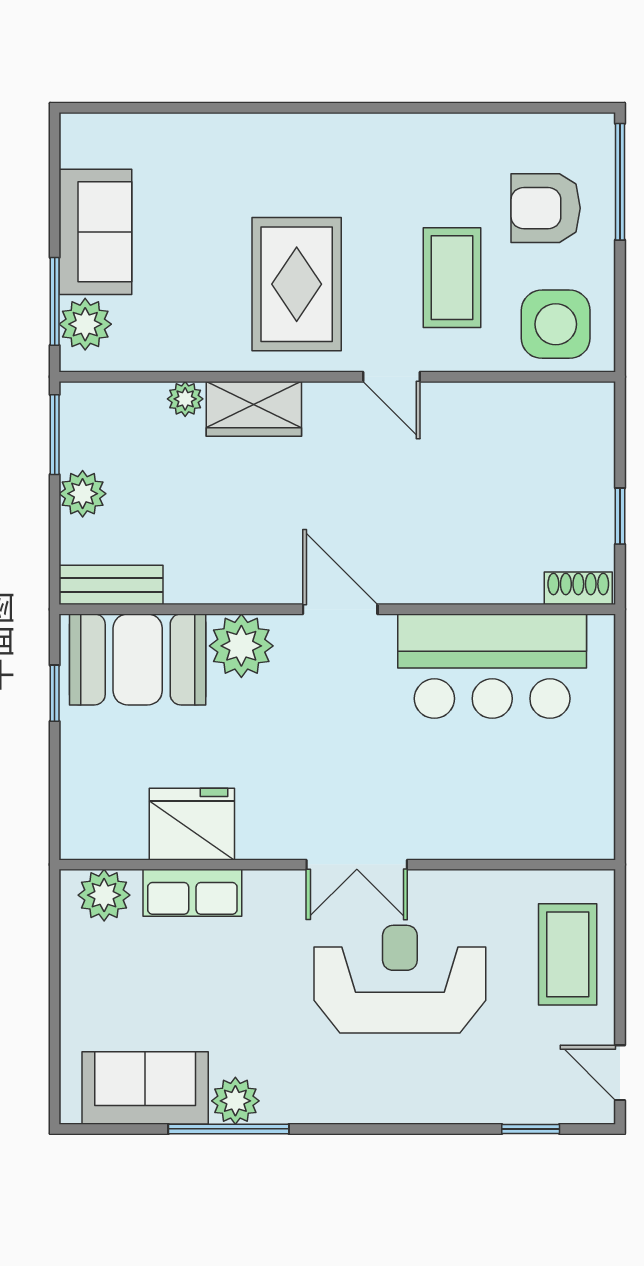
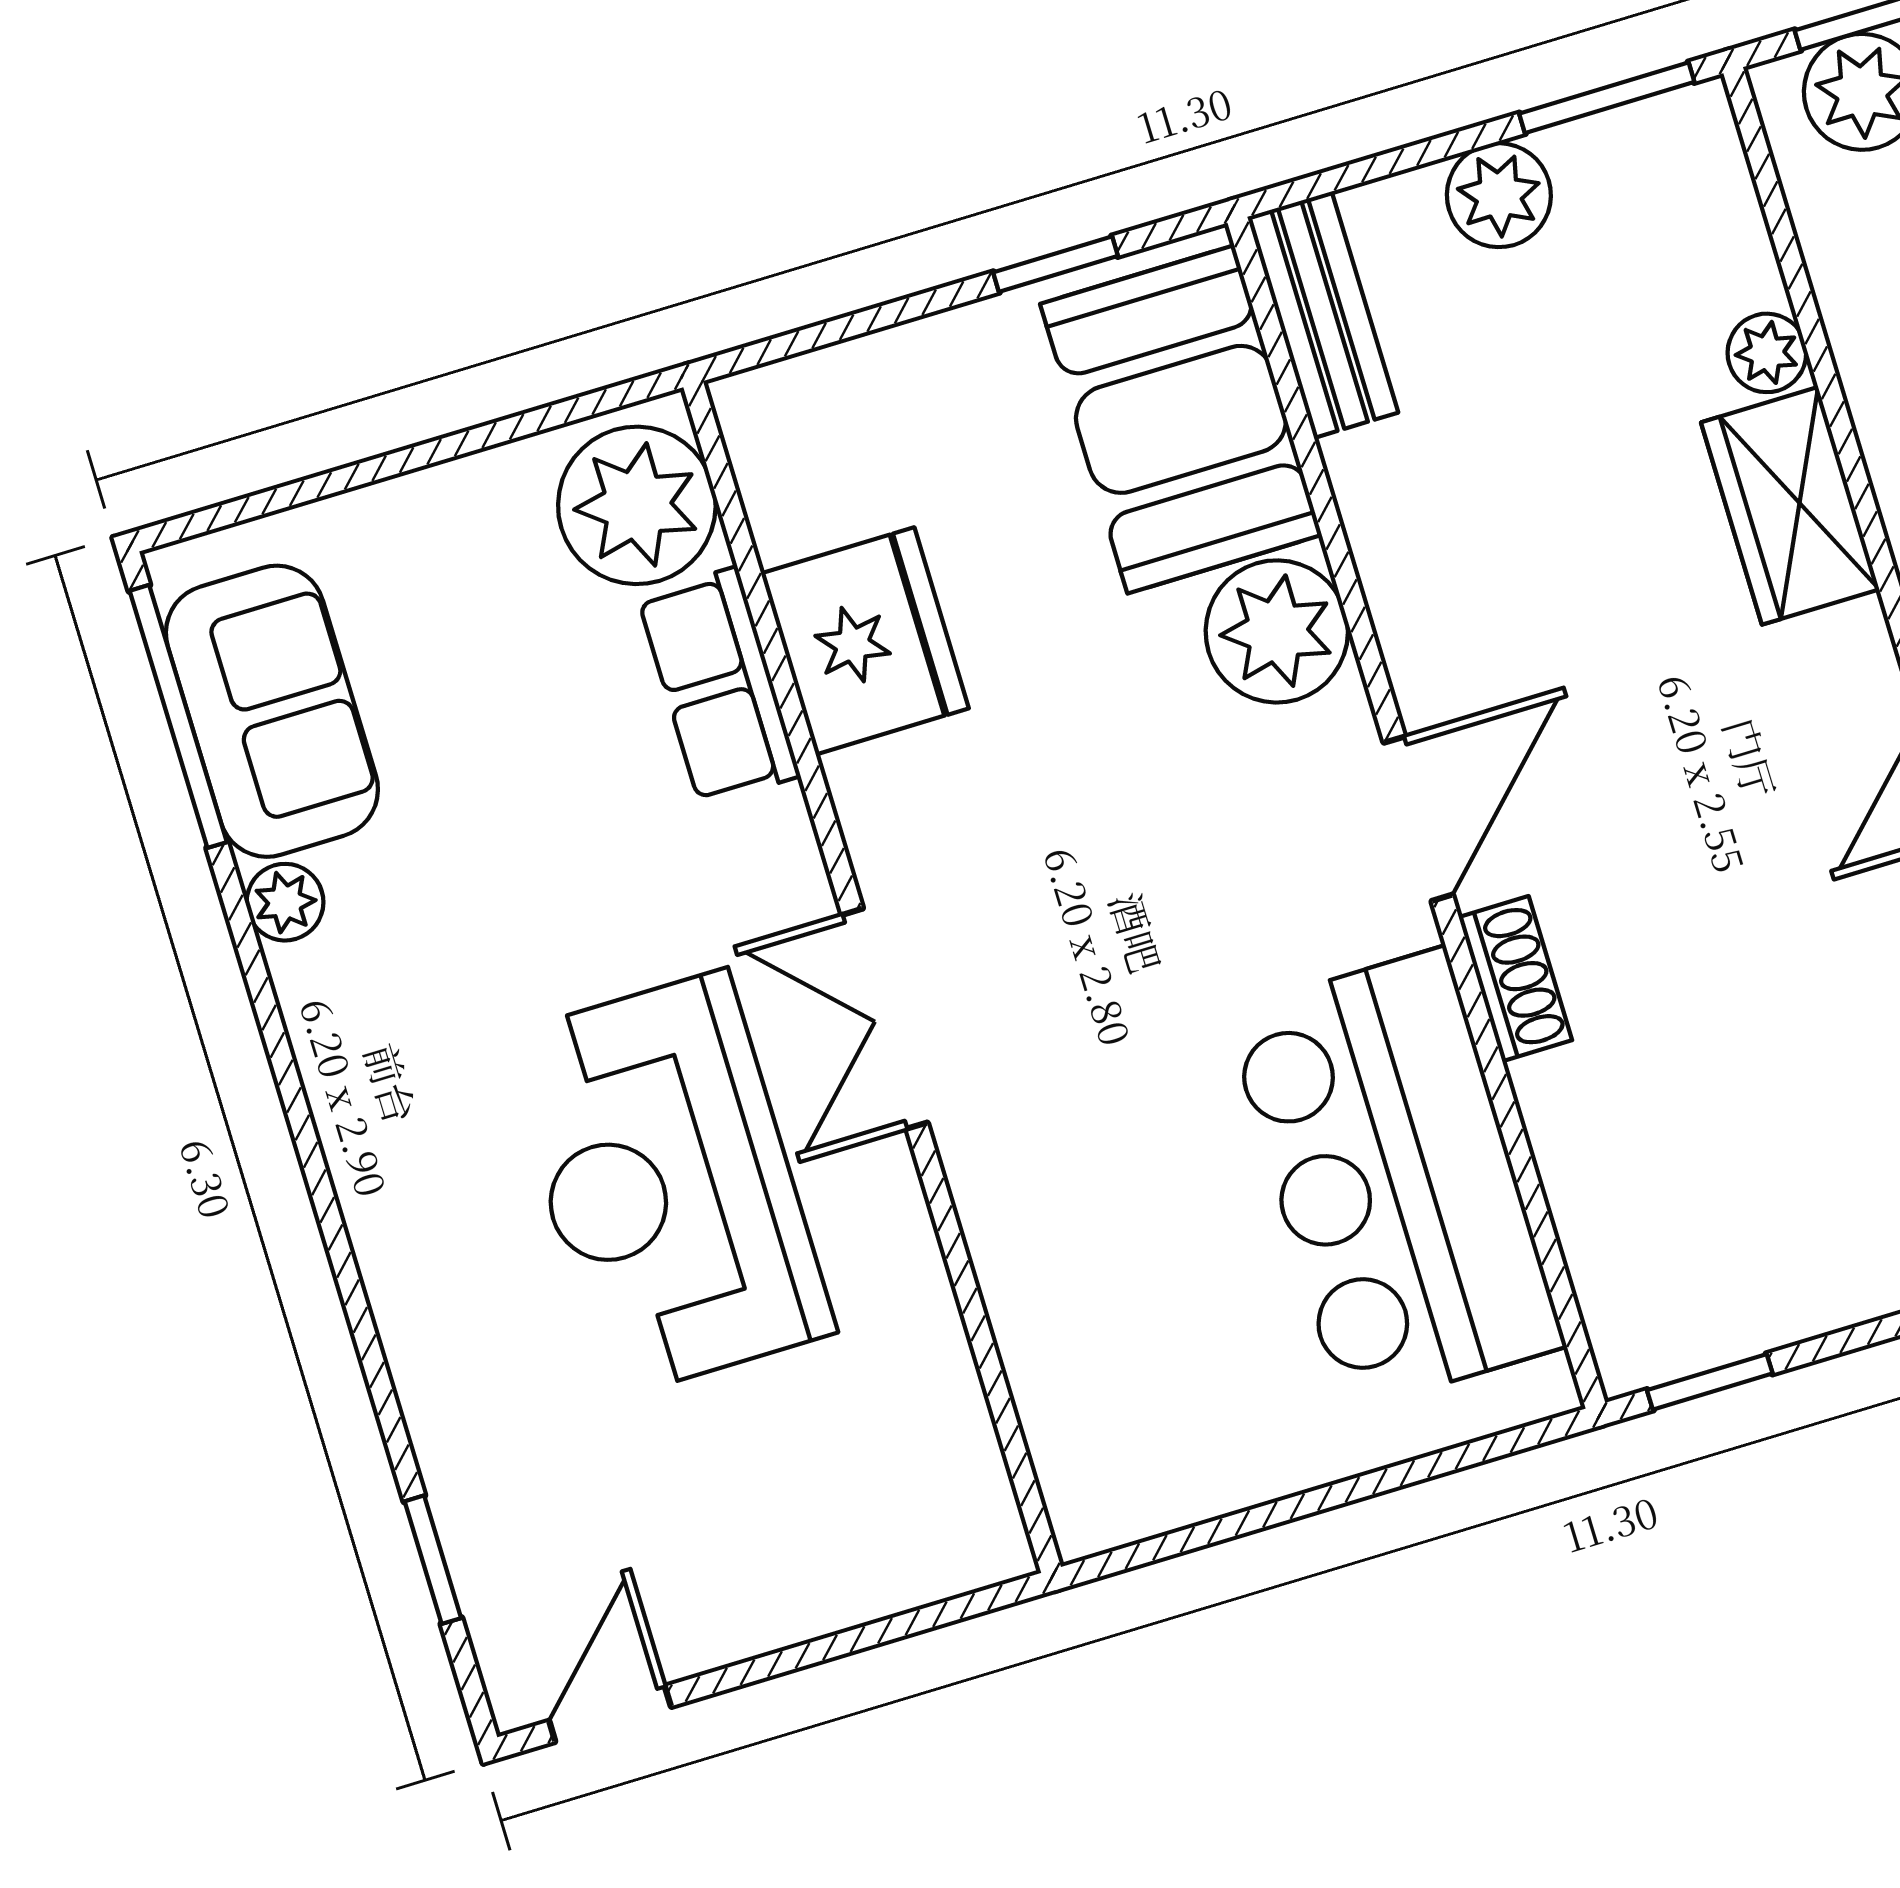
window: (620, 516) -> (1710, 1382), moved
shoe rack: (578, 588) -> (1515, 979), moved
plant: (104, 895) -> (637, 505), width x1.36, depth x1.36
coffee table: (568, 954) -> (829, 1526), removed
reception desk: (400, 979) -> (668, 1184), turned 180
plant: (235, 1101) -> (285, 902), width x0.73, depth x0.73
window: (229, 1129) -> (178, 716), moved

